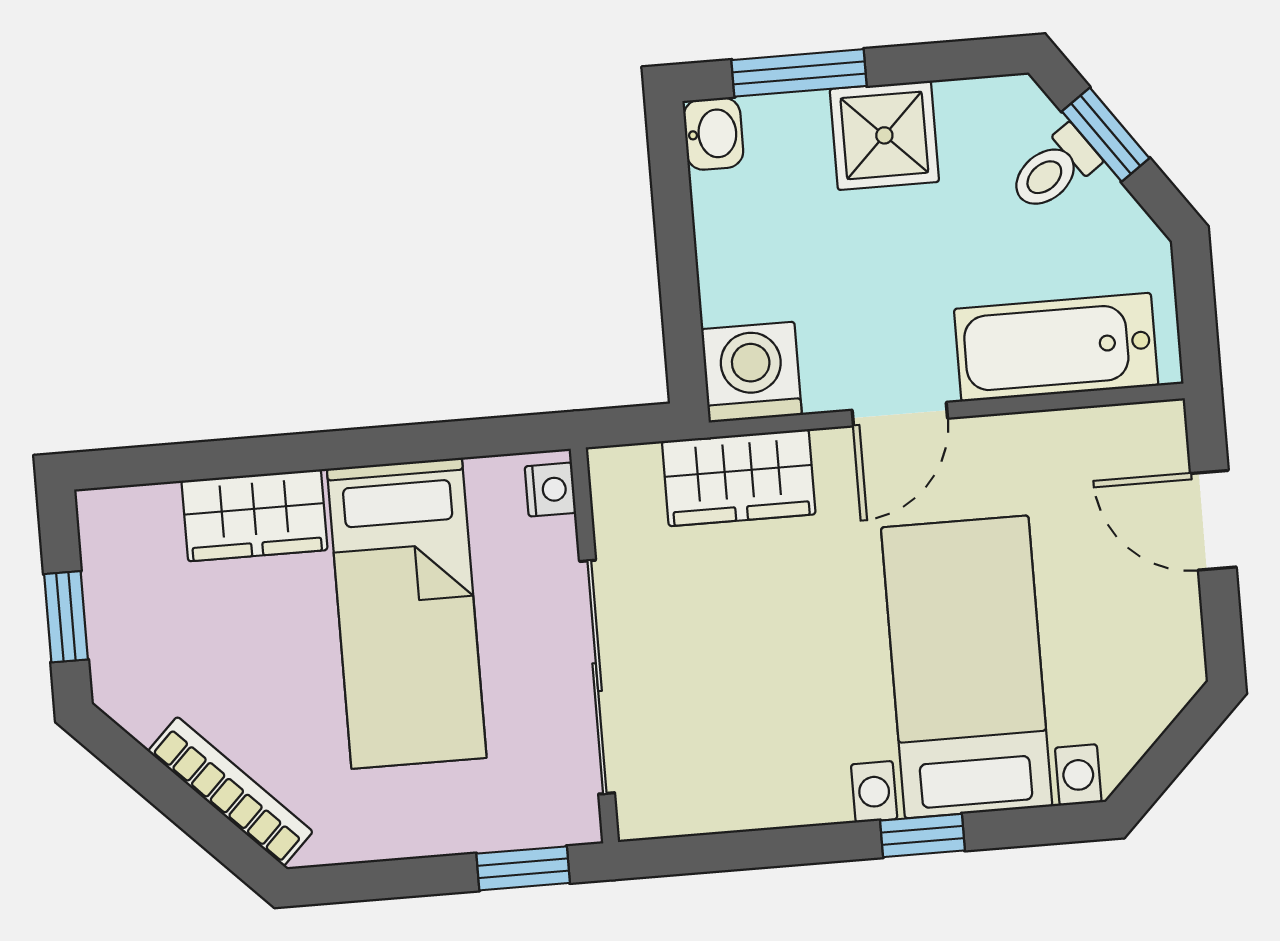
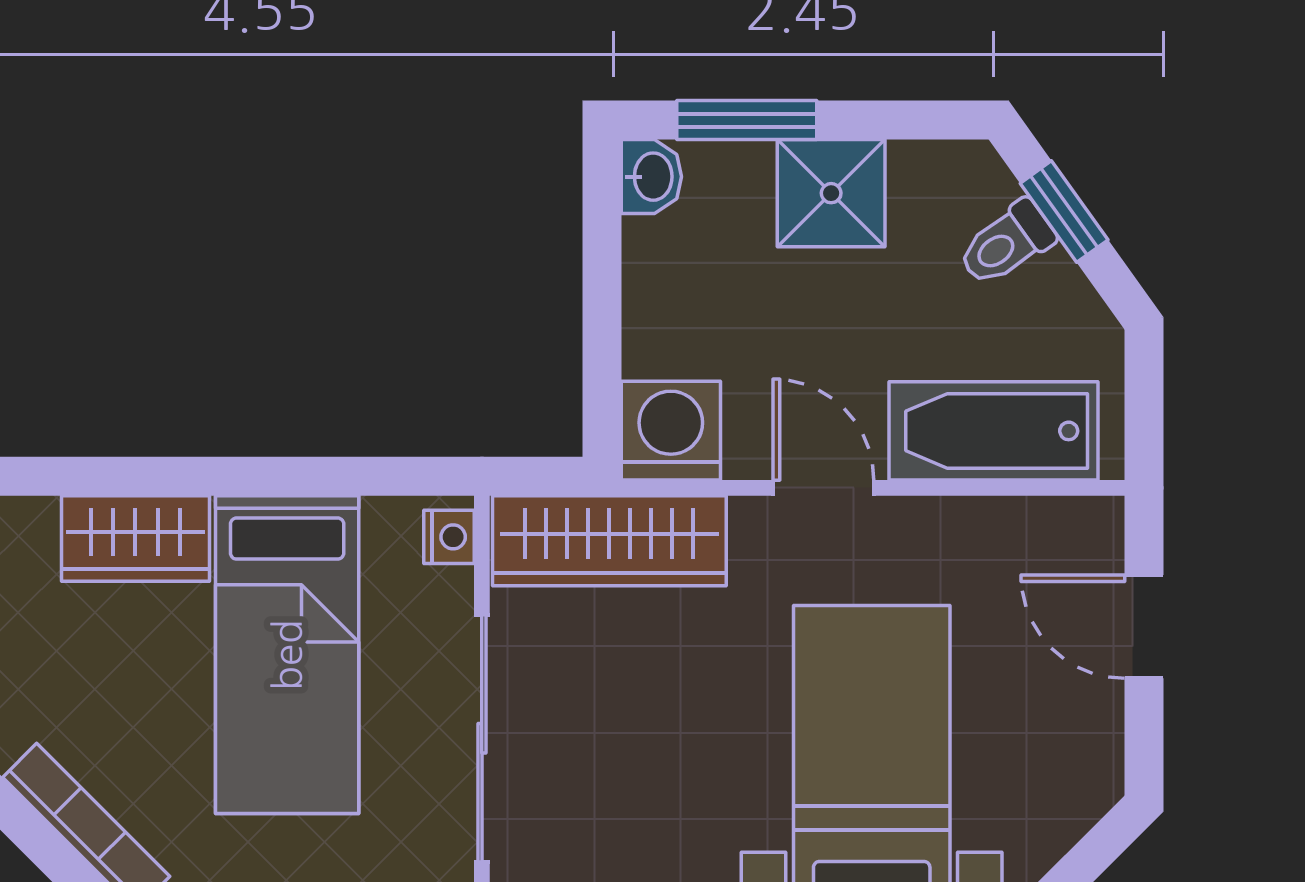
door: (900, 414) -> (823, 488), swing flipped
wardrobe: (739, 478) -> (609, 541), width x1.50

